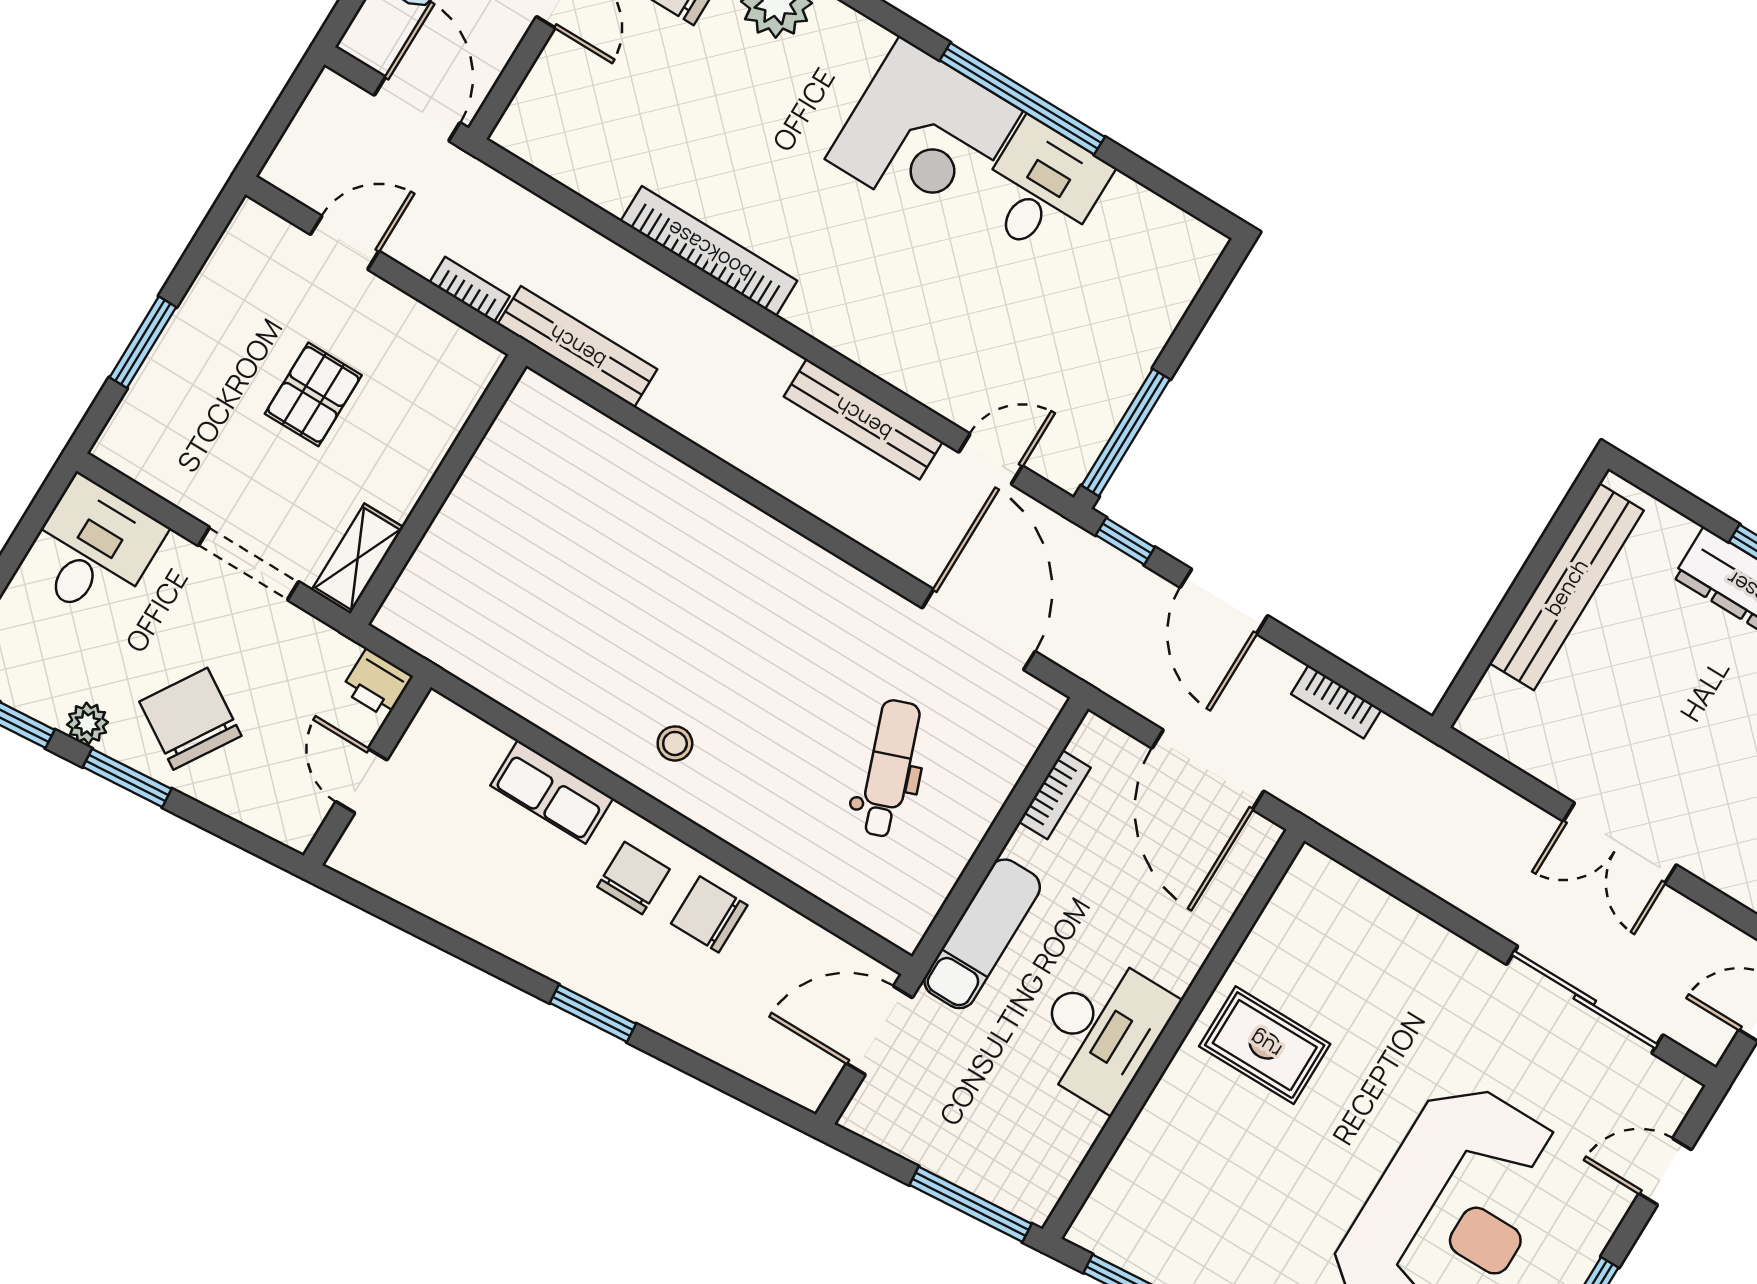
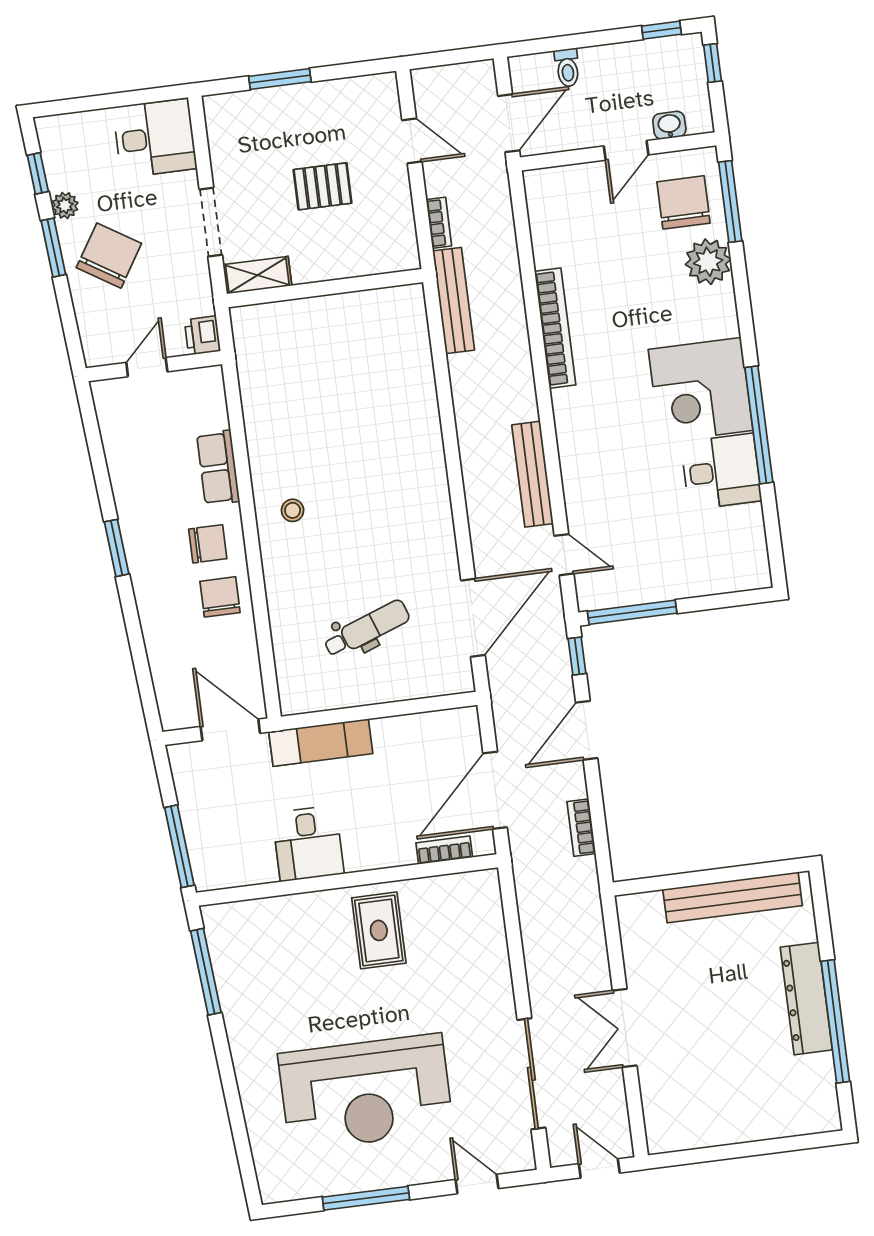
bookcase: (1055, 795) -> (444, 850), moved, turned 180
window: (593, 1013) -> (117, 548), moved
desk: (1101, 1031) -> (308, 843), width x0.73

